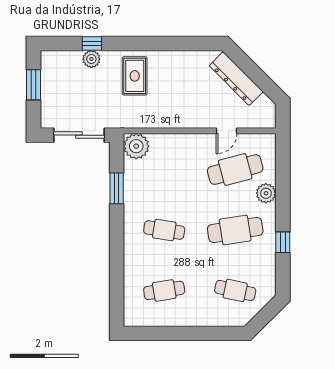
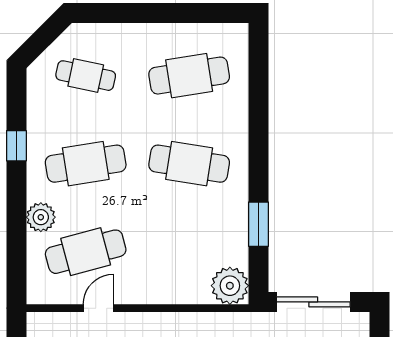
cafe table: (164, 230) -> (189, 164), width x1.37, depth x1.35
cafe table: (164, 290) -> (189, 76), width x1.37, depth x1.35

